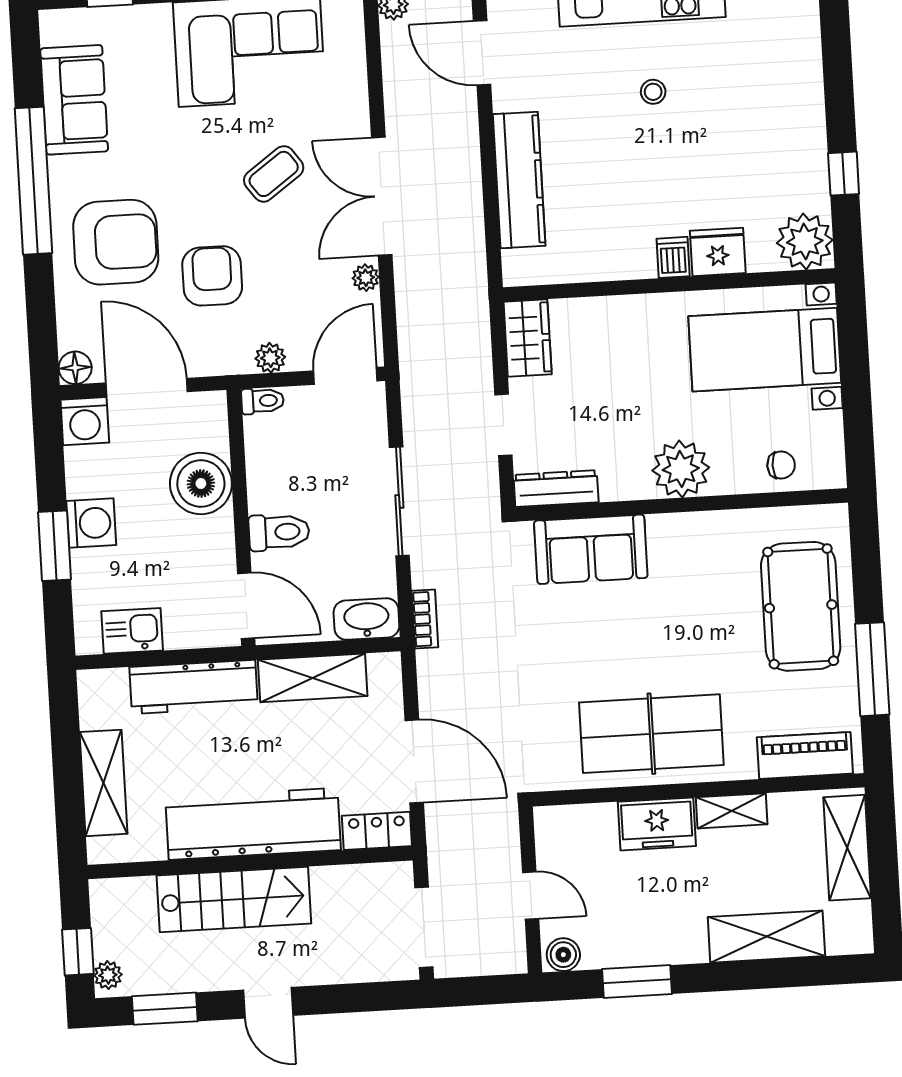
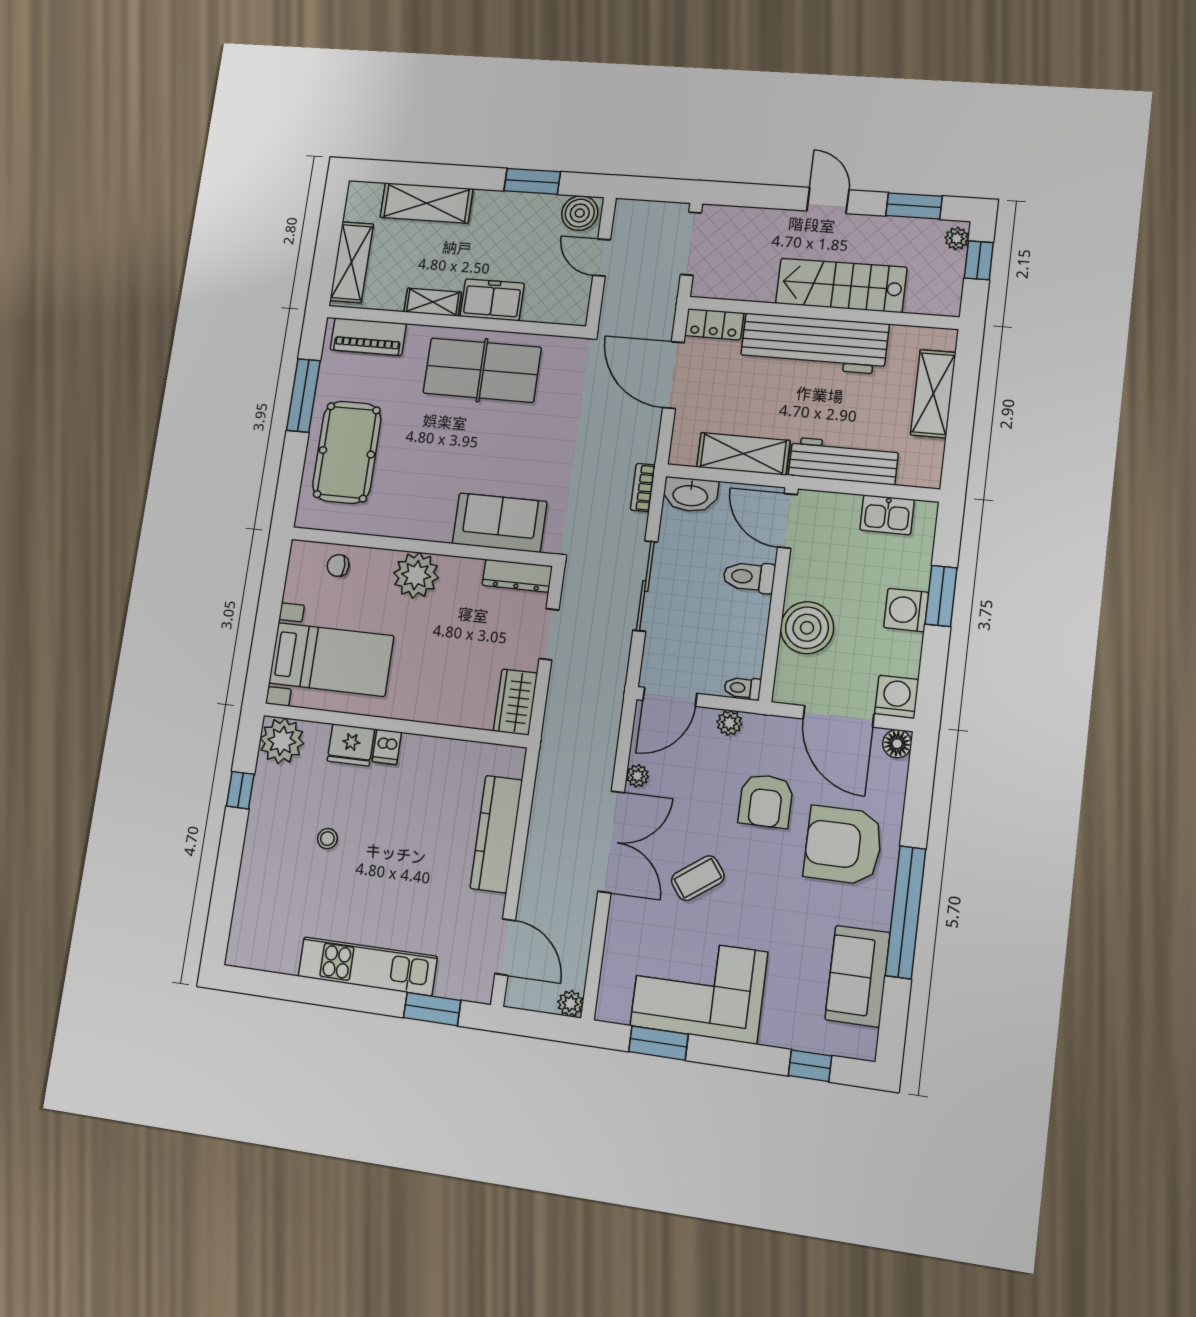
stool: (653, 92) -> (327, 839), moved
boiler: (563, 955) -> (580, 213), width x1.36, depth x1.36

